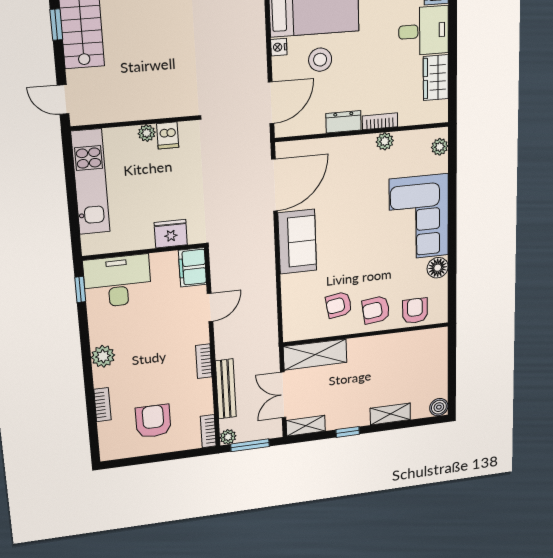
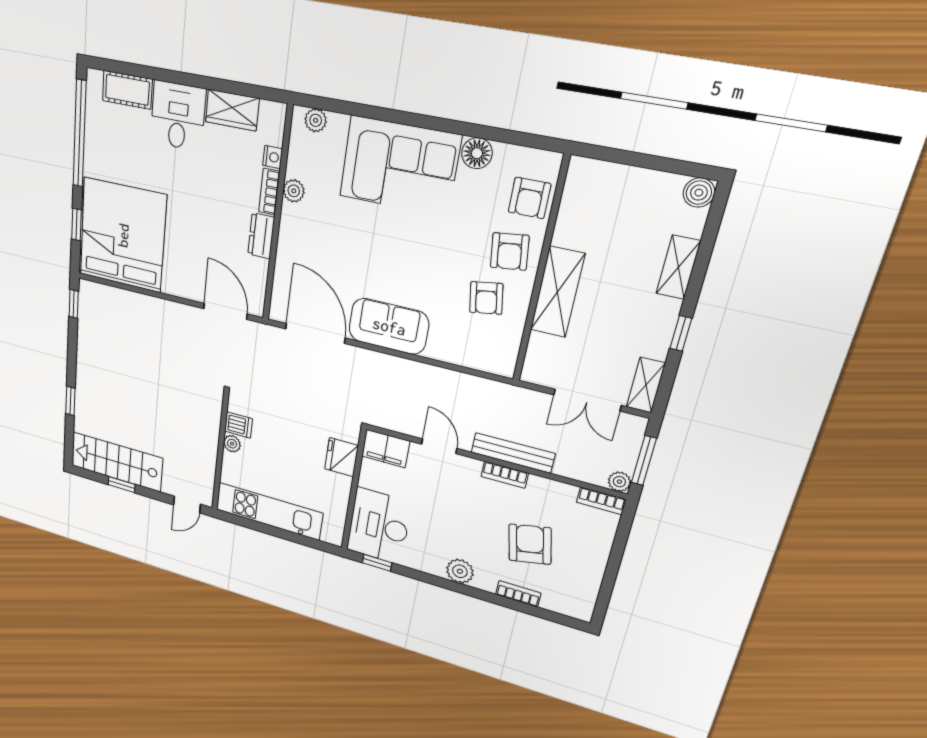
nightstand: (279, 47) -> (273, 157), moved, turned -90
stool: (320, 60) -> (190, 246), removed
armchair: (415, 311) -> (529, 198), turned -90
shelving: (315, 354) -> (557, 292), moved
bench: (226, 389) -> (513, 453), moved
armchair: (153, 421) -> (530, 544), moved, turned 78

